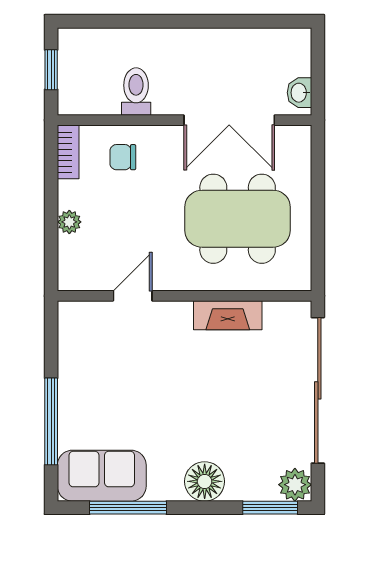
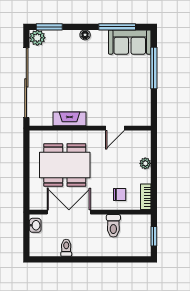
toilet: (235, 46) -> (66, 248), added
floor lamp: (205, 481) -> (85, 35), width x0.53, depth x0.53

